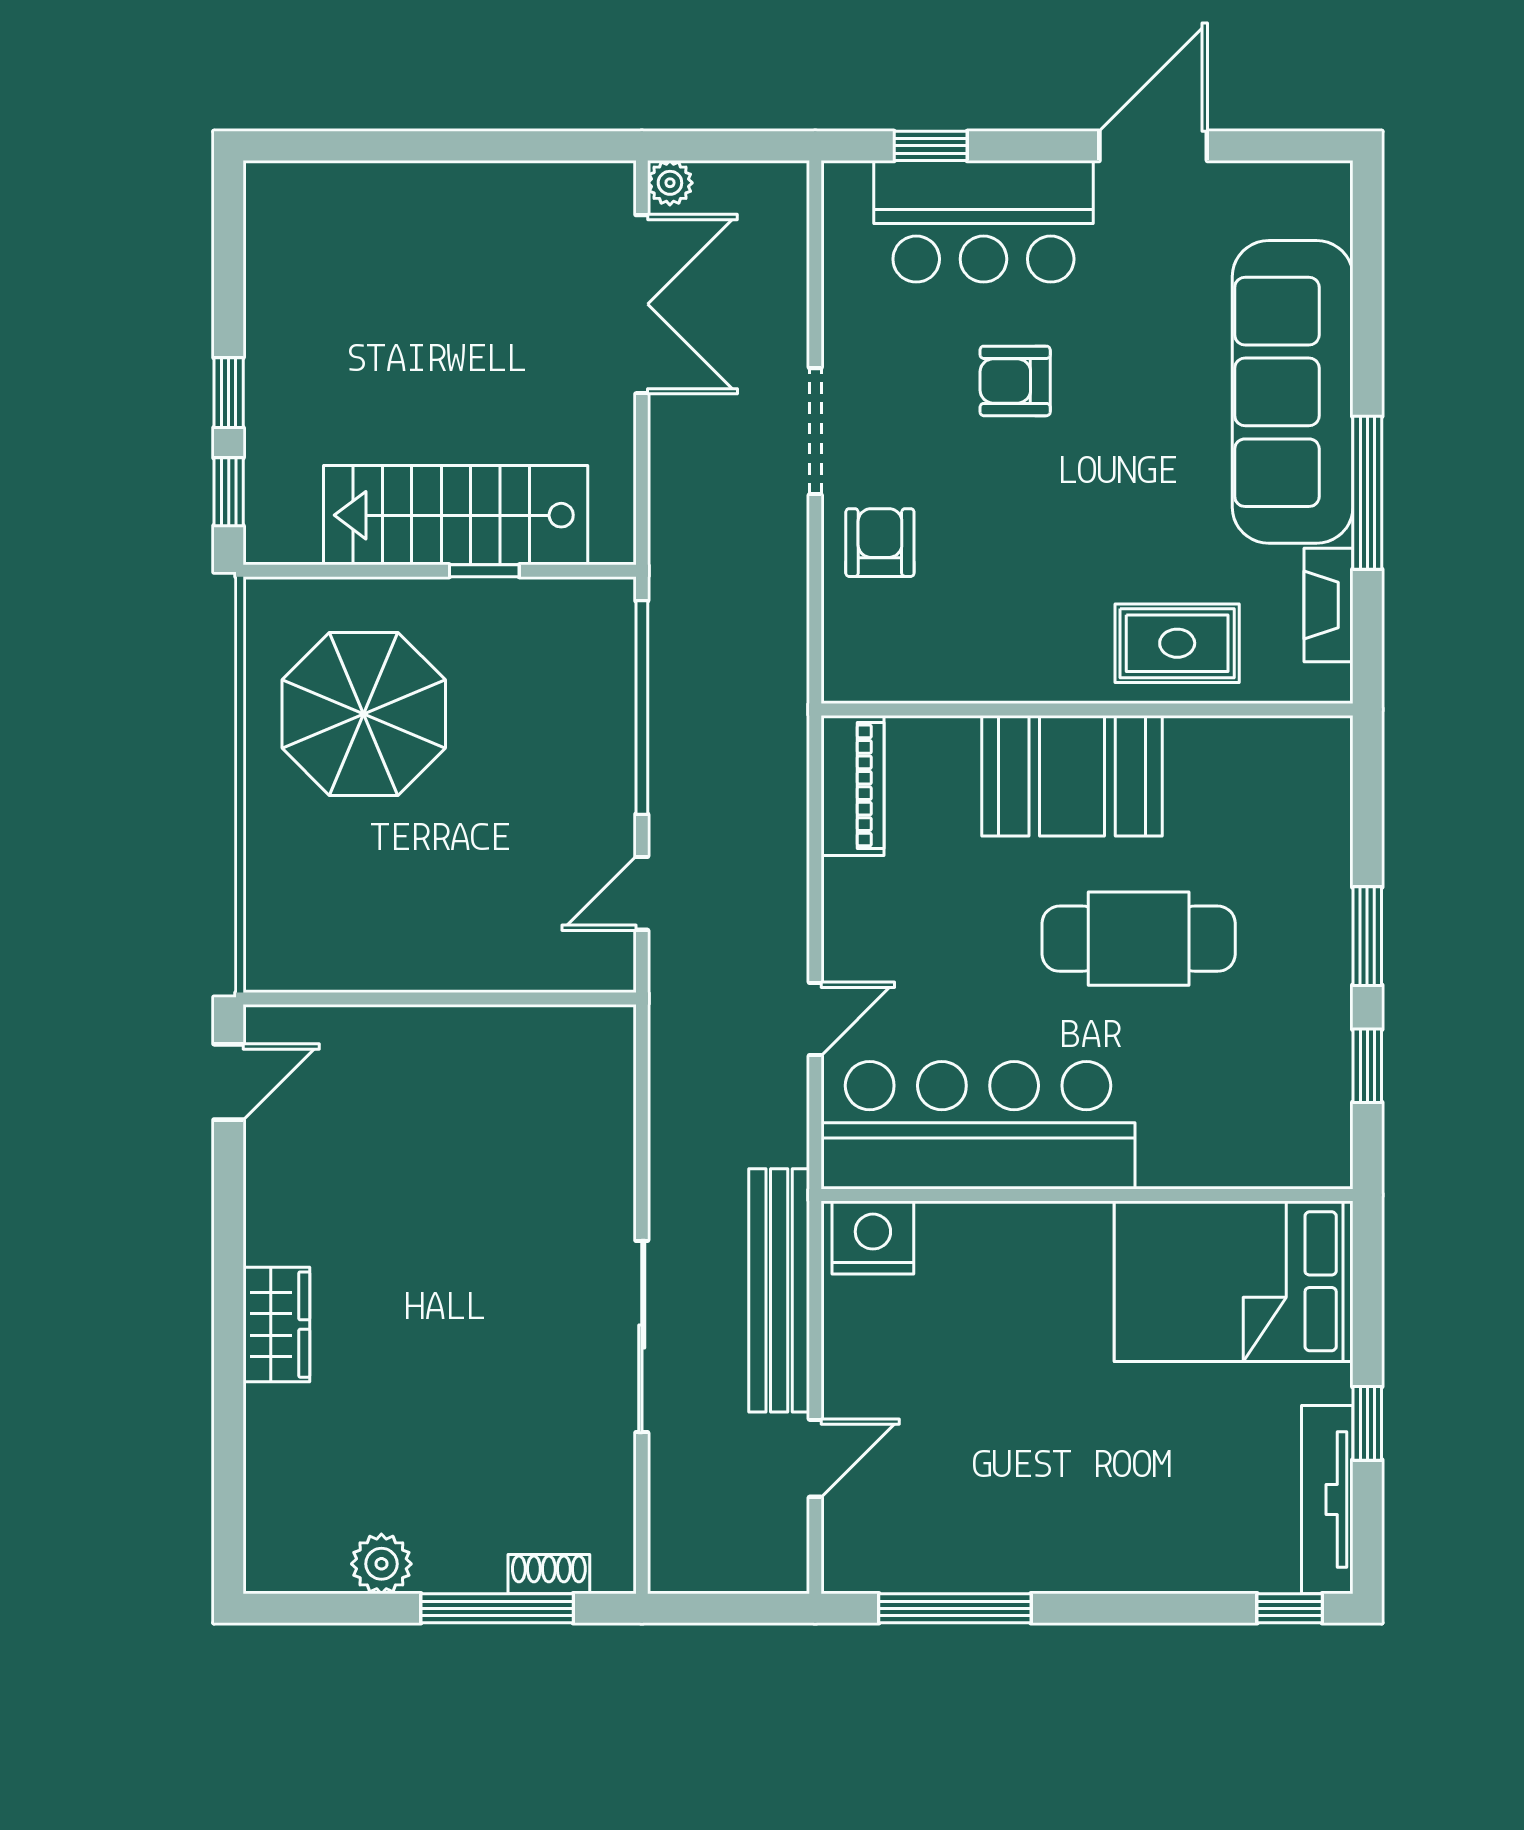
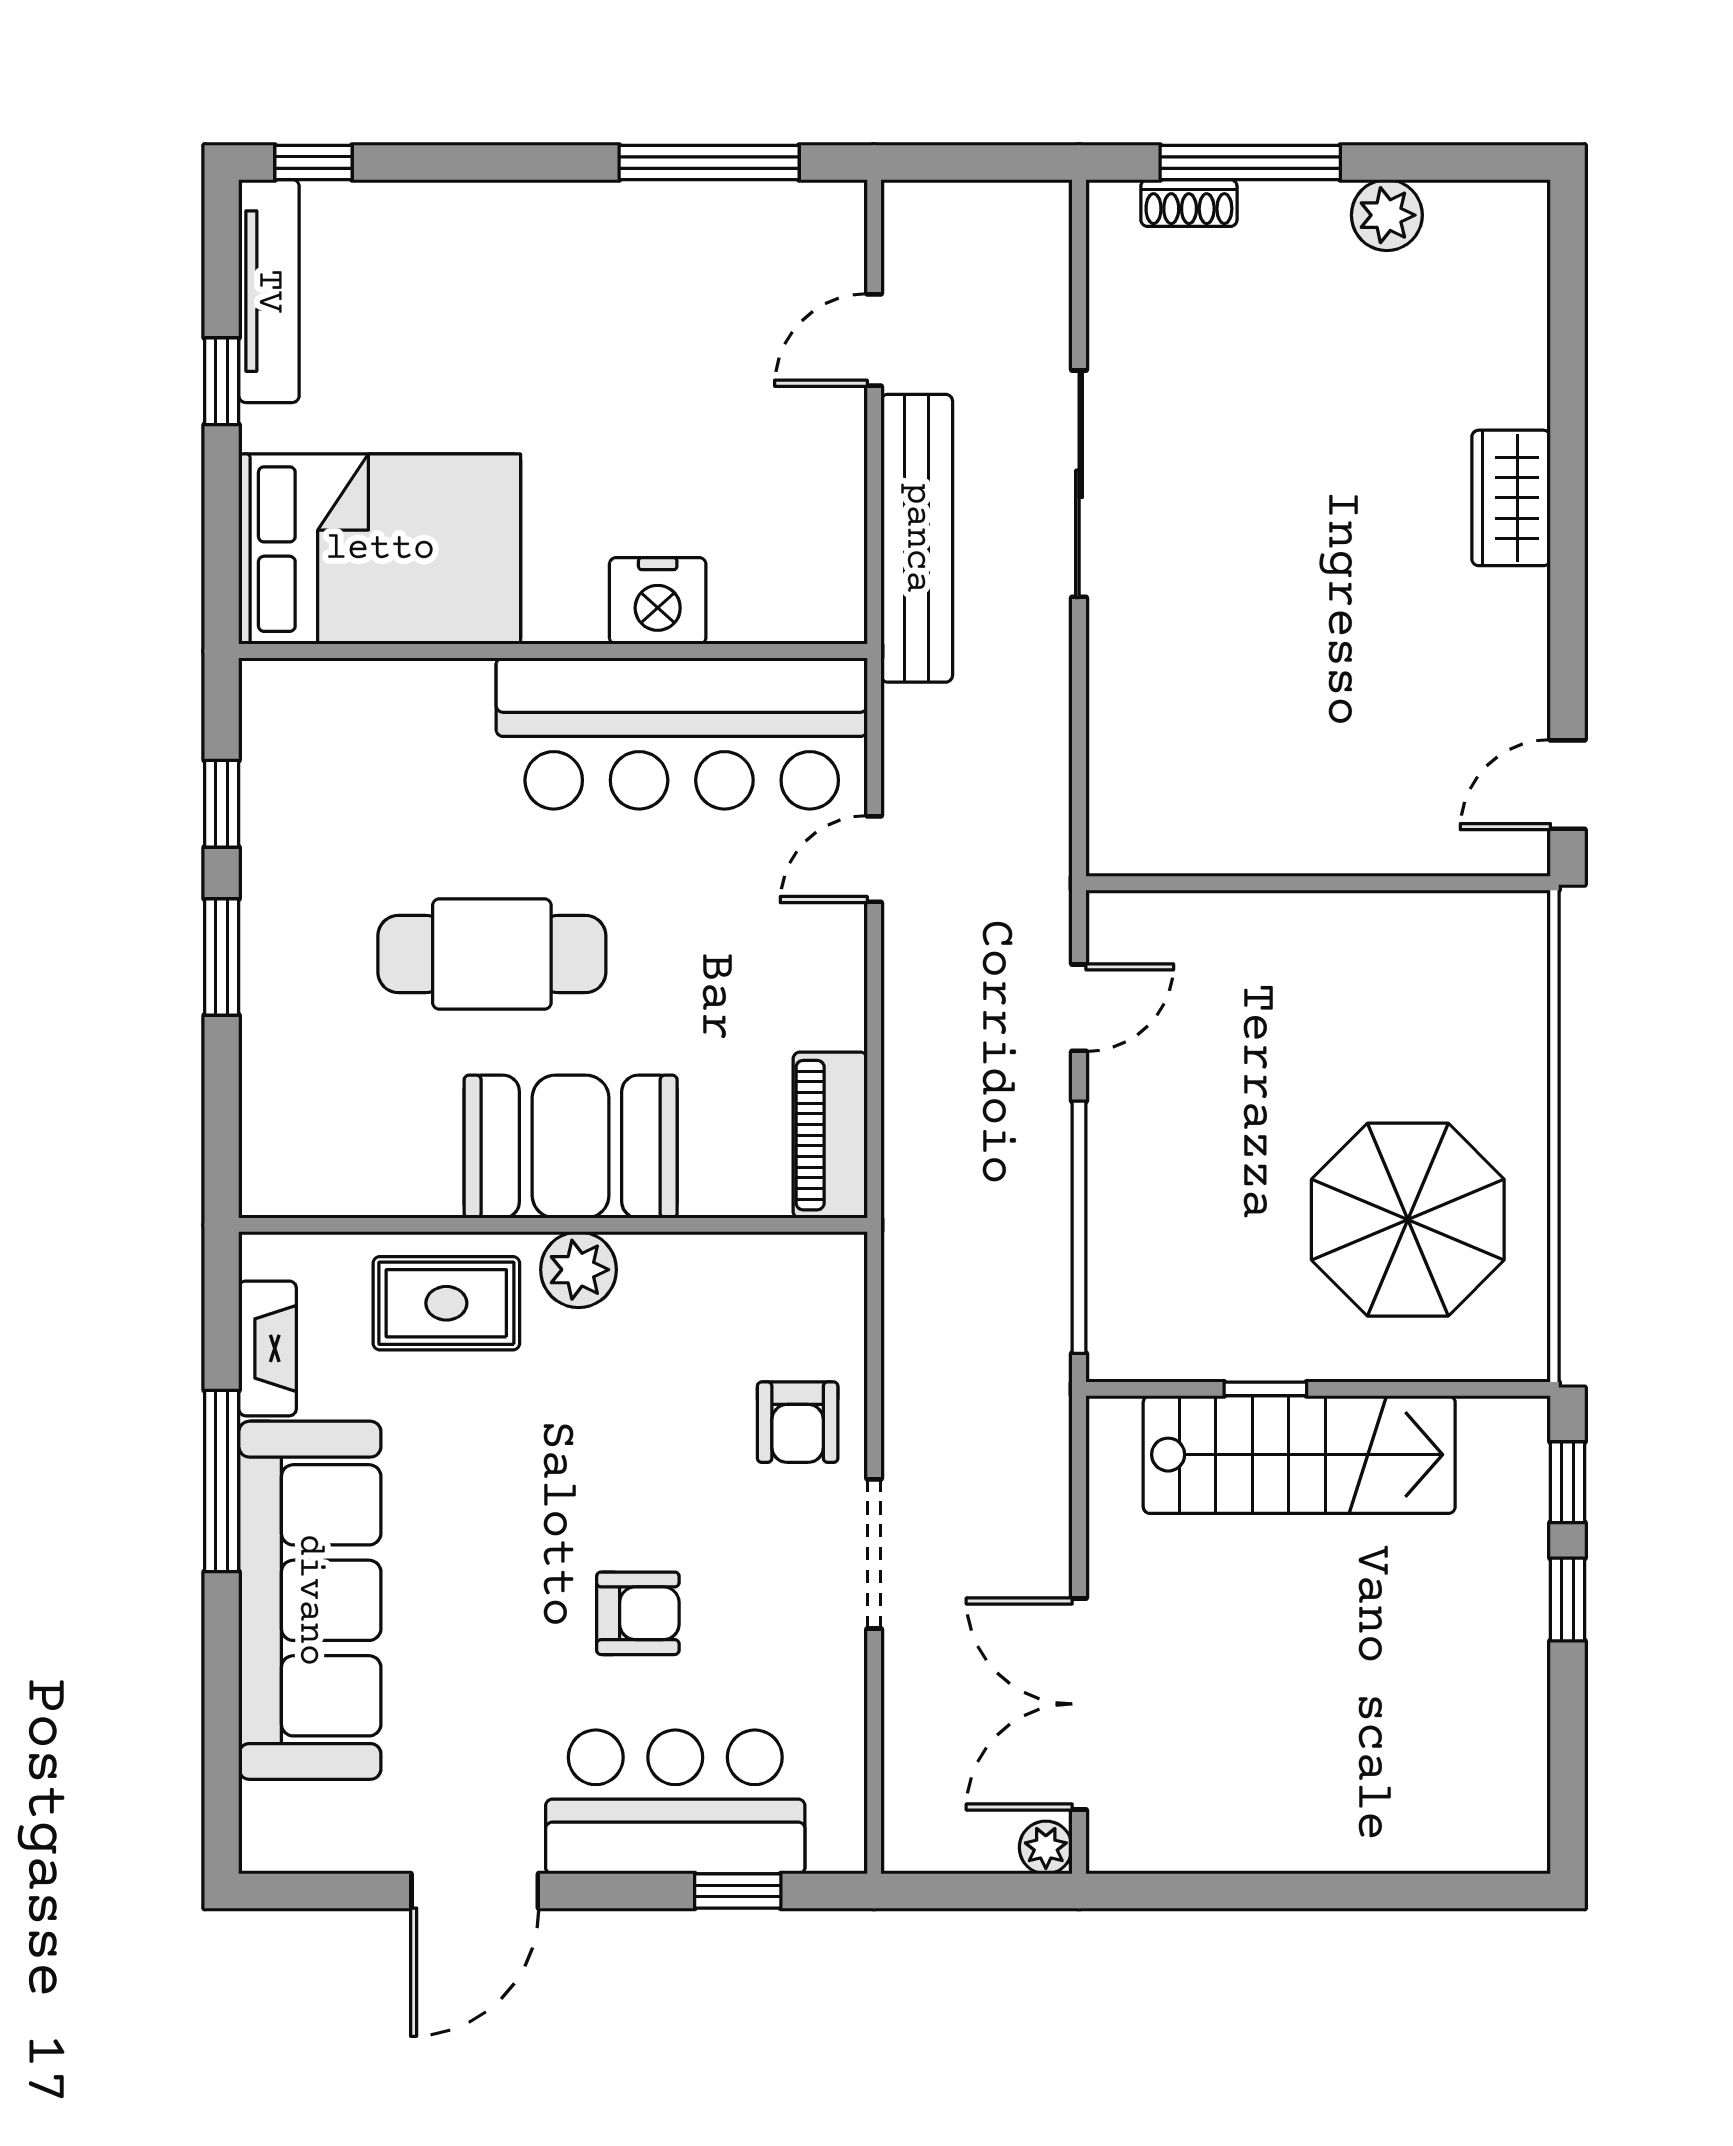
plant: (1065, 672) -> (579, 1270), added
nightstand: (873, 1237) -> (658, 601), moved

